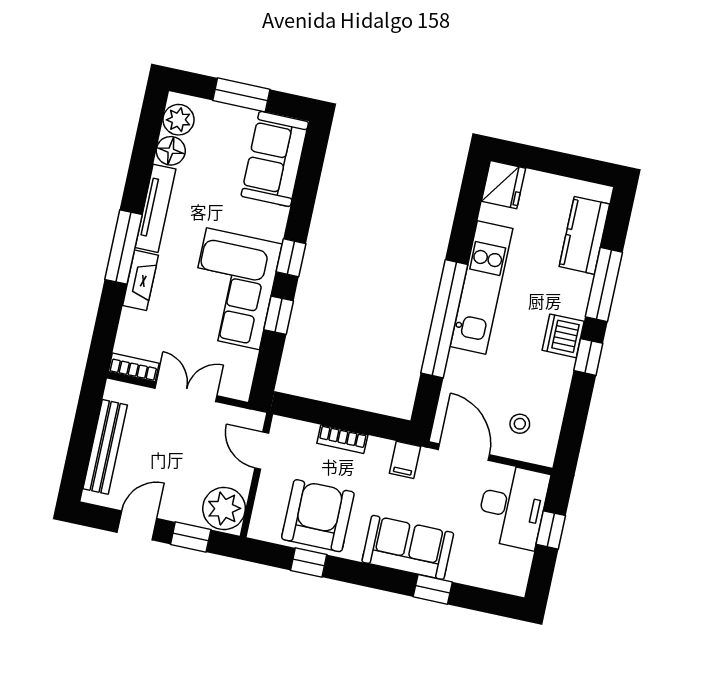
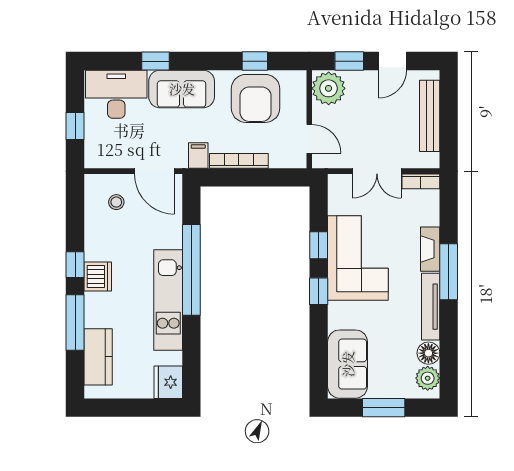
bookcase: (342, 439) -> (239, 161), width x1.56
desk: (513, 506) -> (116, 94), moved, turned 90

